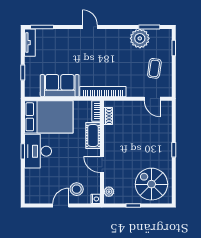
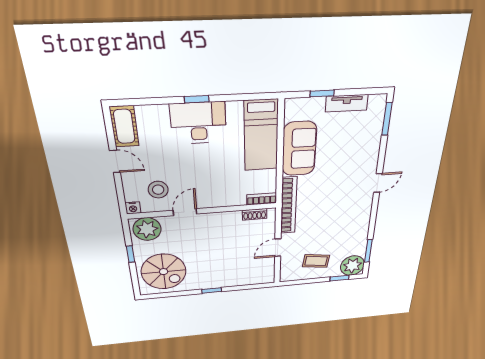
plant: (140, 38) -> (352, 266), moved
tv unit: (30, 43) -> (347, 103), moved
door: (152, 99) -> (278, 248), moved
bed: (49, 117) -> (261, 136), width x0.67
cot: (93, 136) -> (124, 126), moved, turned 90
spiral stairs: (151, 184) -> (164, 272), turned 90
stool: (77, 189) -> (158, 190), moved
plant: (109, 192) -> (147, 229), width x1.88, depth x1.88

